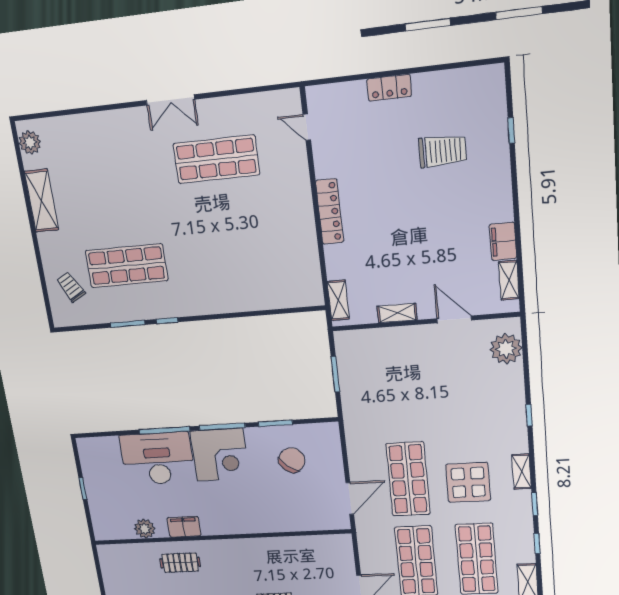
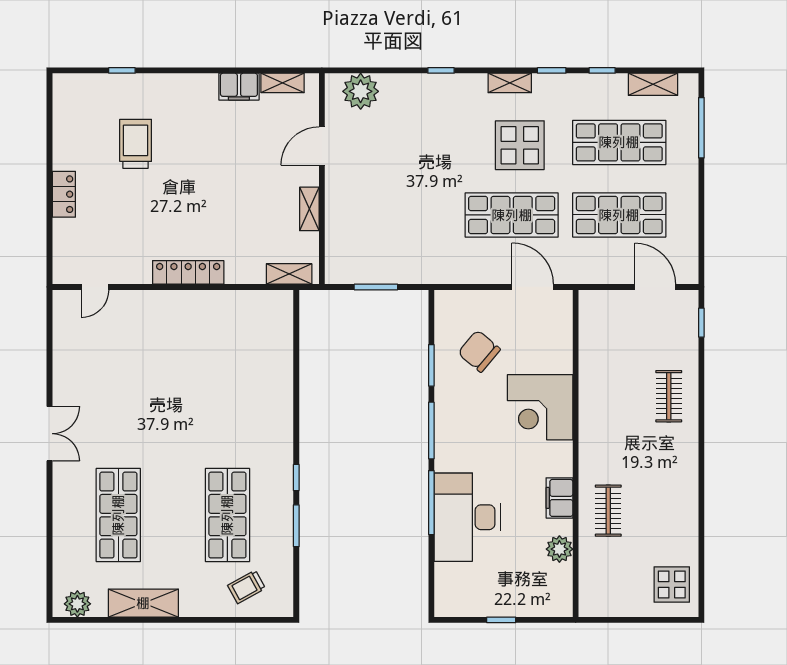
shop shelf: (216, 159) -> (118, 515), moved
corner desk: (220, 455) -> (540, 407), moved, turned 180

